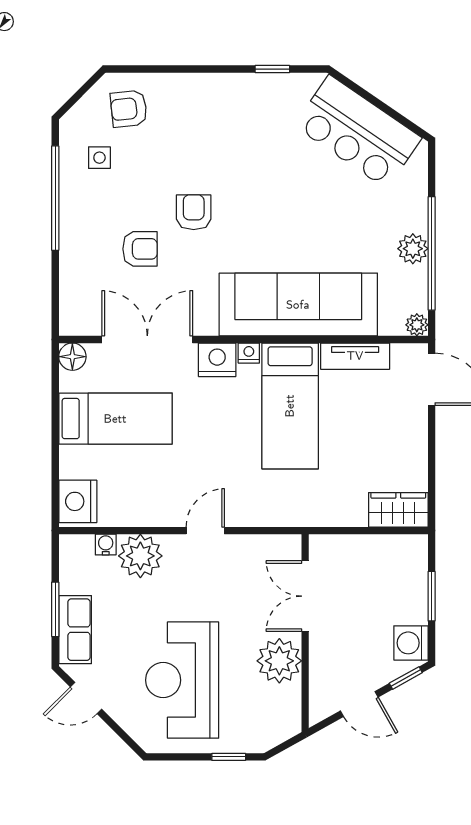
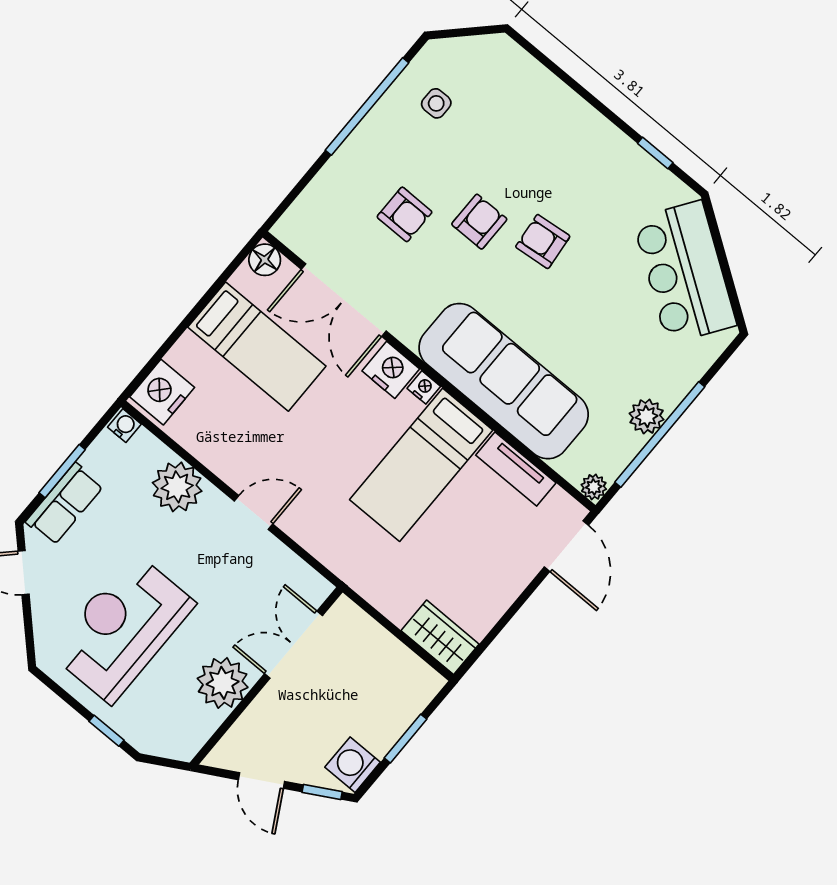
armchair: (129, 109) -> (543, 242), moved
double door: (147, 339) -> (344, 300), swing flipped
water cooler: (106, 545) -> (124, 426), moved

